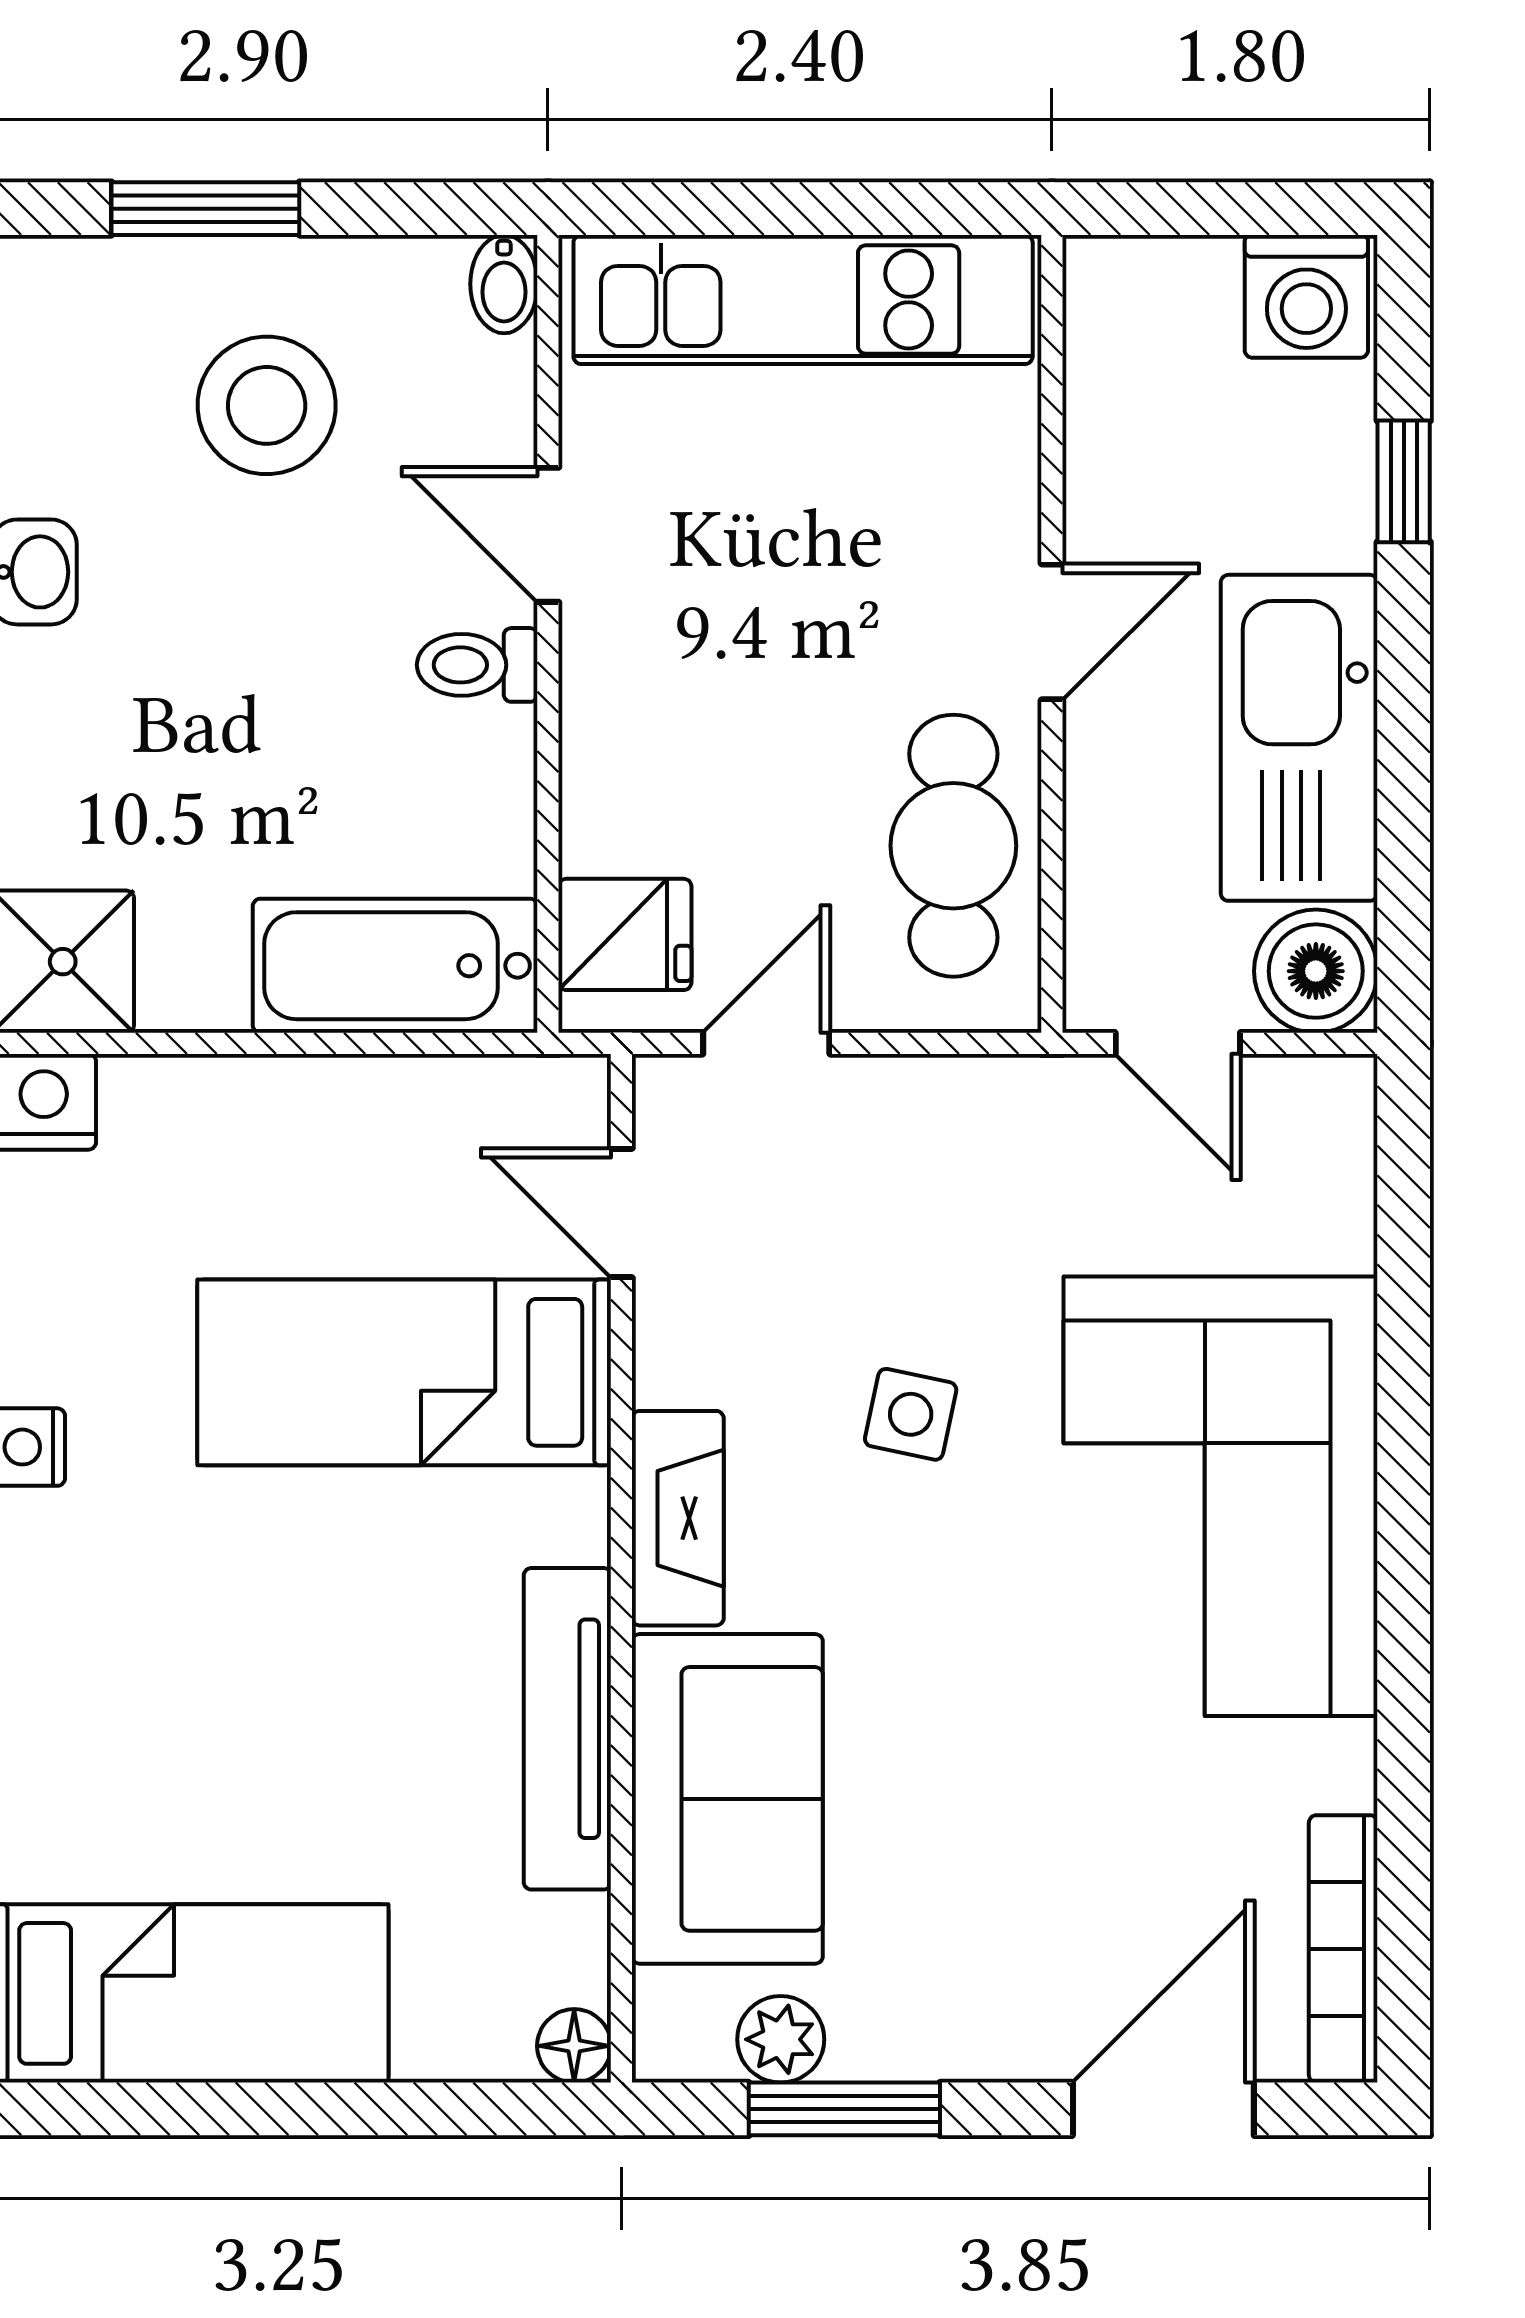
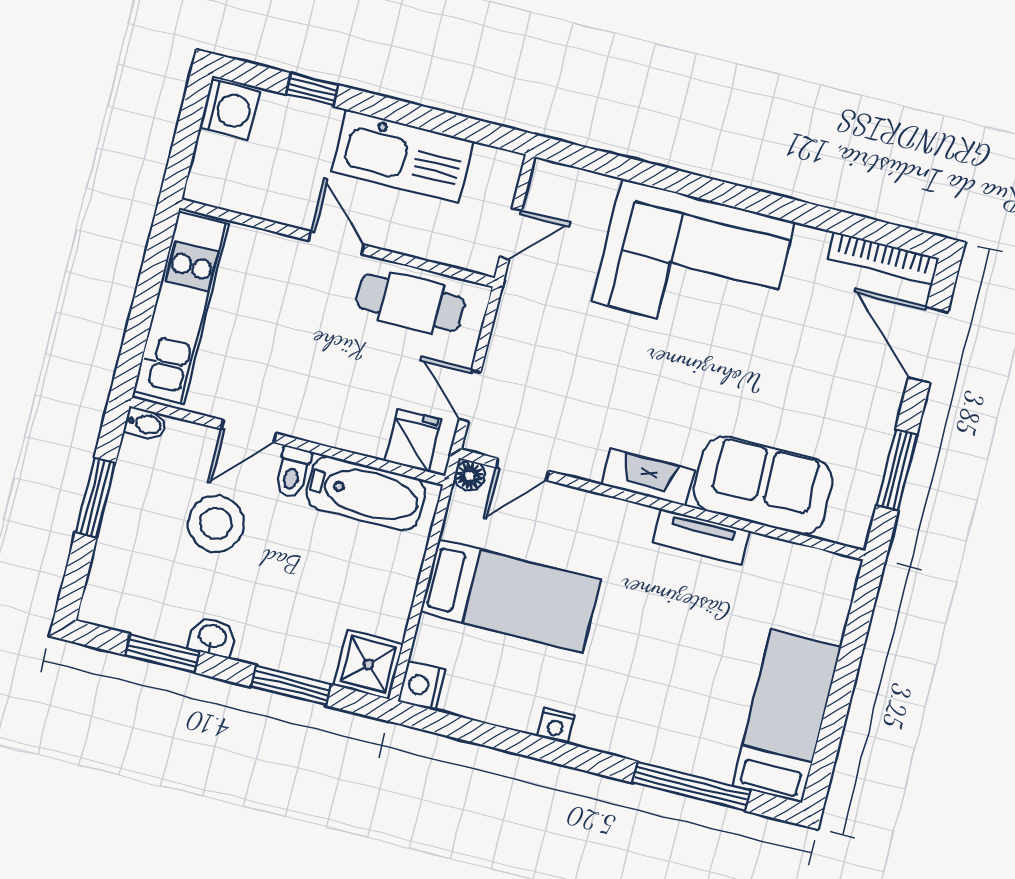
window: (205, 209) -> (95, 498), moved
stool: (267, 405) -> (216, 524), moved
bathtub: (395, 966) -> (366, 493), moved, turned -90
boiler: (1316, 971) -> (496, 173), removed
bed: (404, 1372) -> (510, 596), moved, turned -90
side table: (911, 1414) -> (630, 376), removed
tv unit: (567, 1729) -> (701, 537), width x0.71
plant: (781, 2039) -> (863, 488), removed
floor lamp: (574, 2046) -> (470, 476), moved

